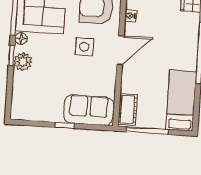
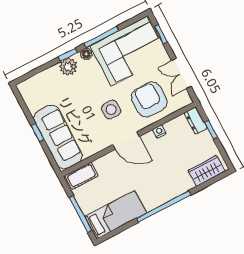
sofa: (89, 110) -> (58, 137), width x1.36
window: (147, 131) -> (80, 214), moved

